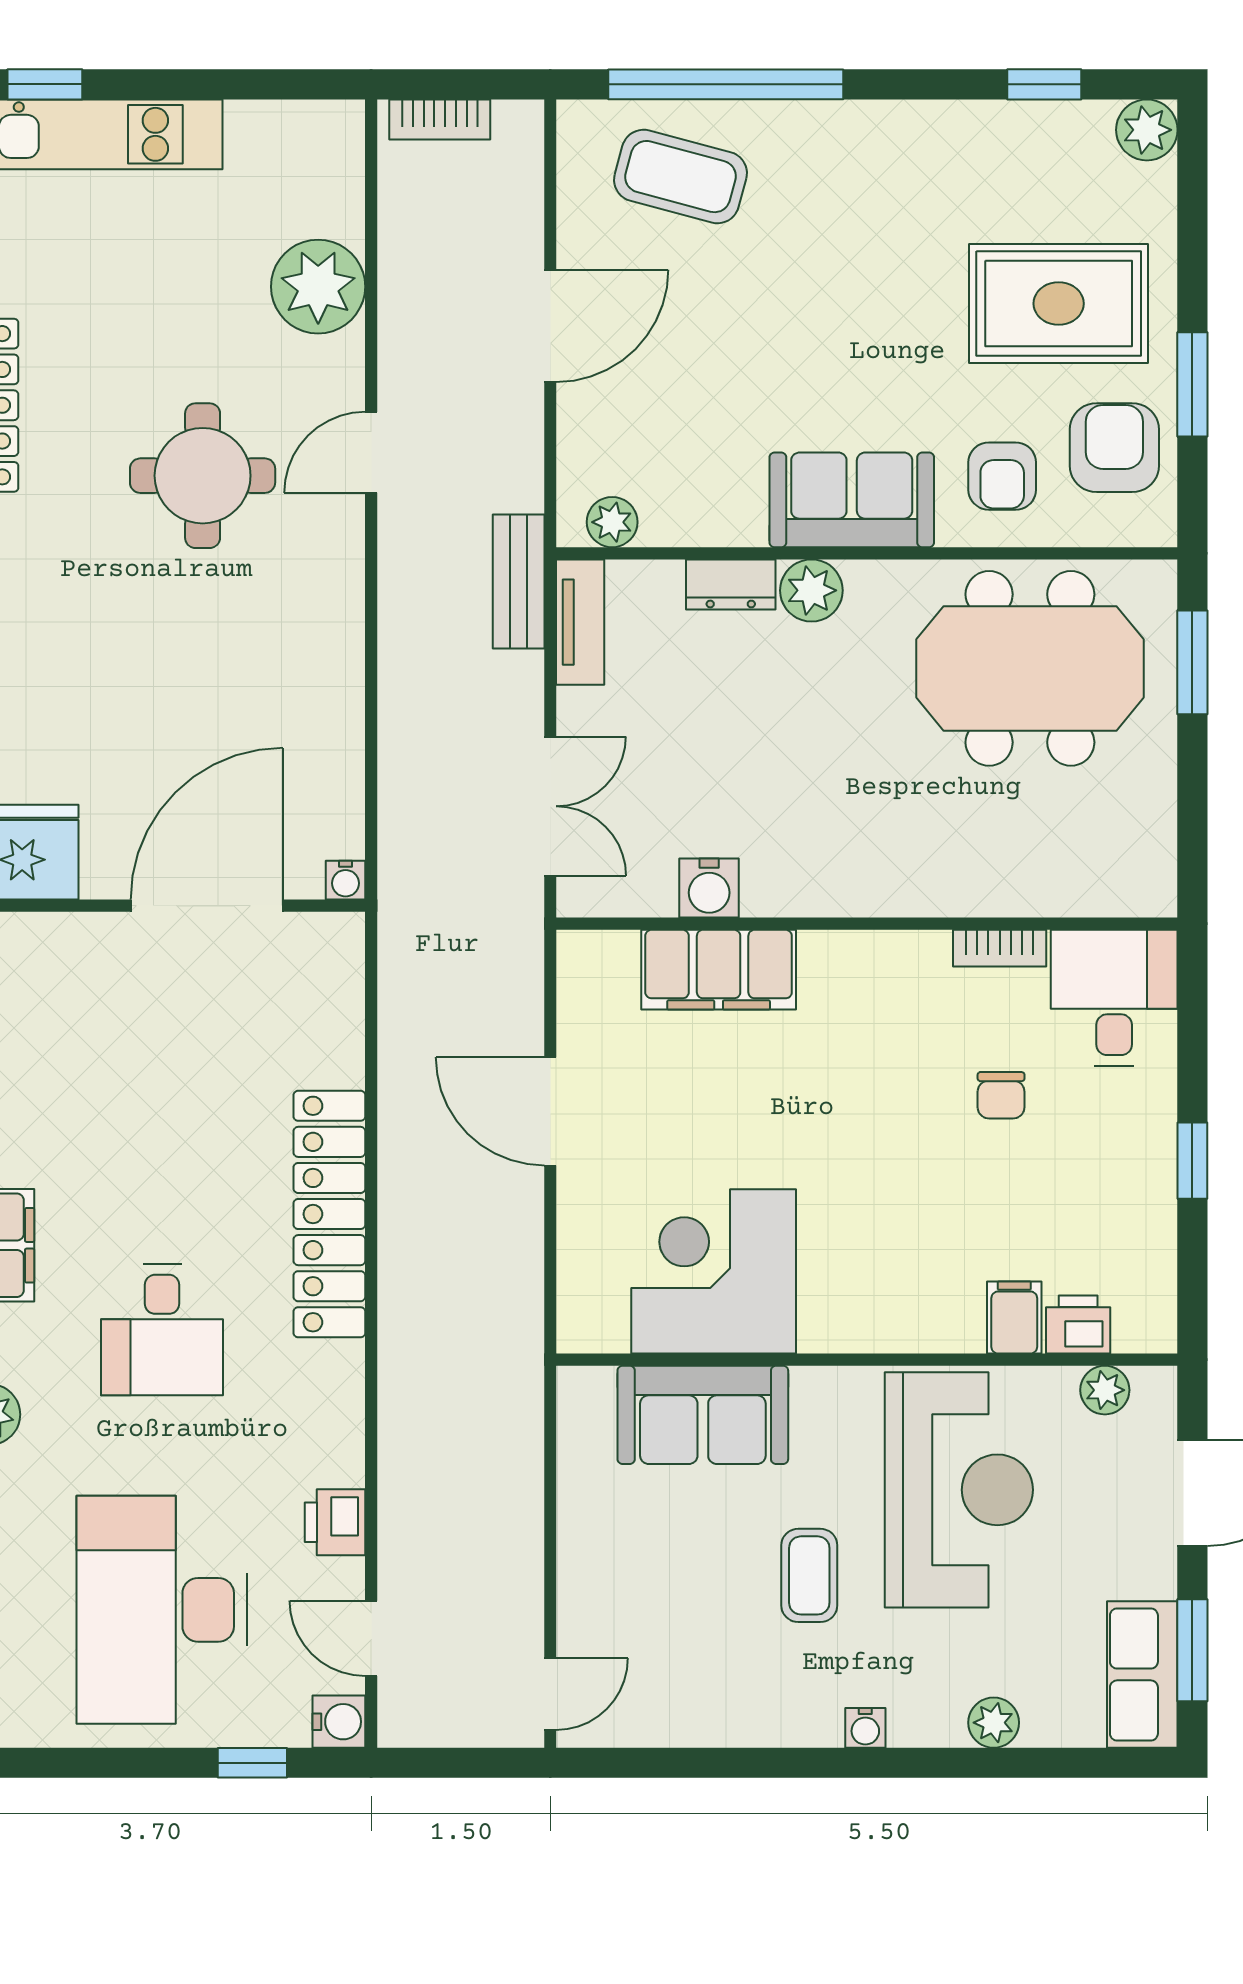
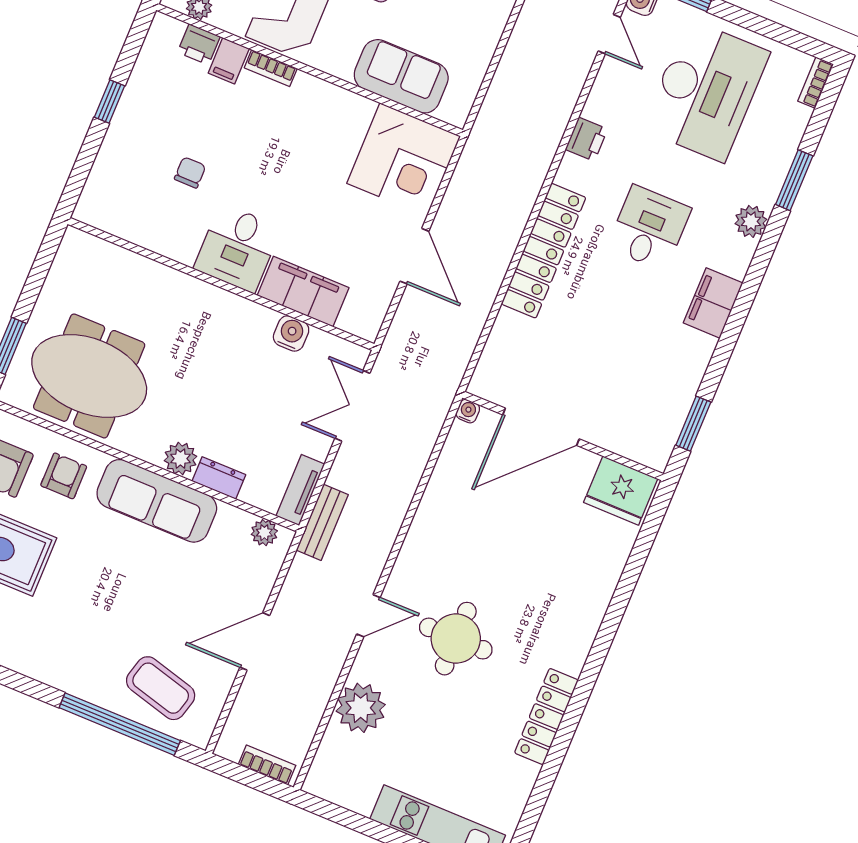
sofa: (852, 500) -> (157, 501), width x1.36
bookcase: (1000, 948) -> (271, 68), moved, turned 180
desk: (1114, 998) -> (237, 248), moved
corner desk: (714, 1271) -> (404, 160), moved
printer: (335, 1522) -> (586, 139), moved

